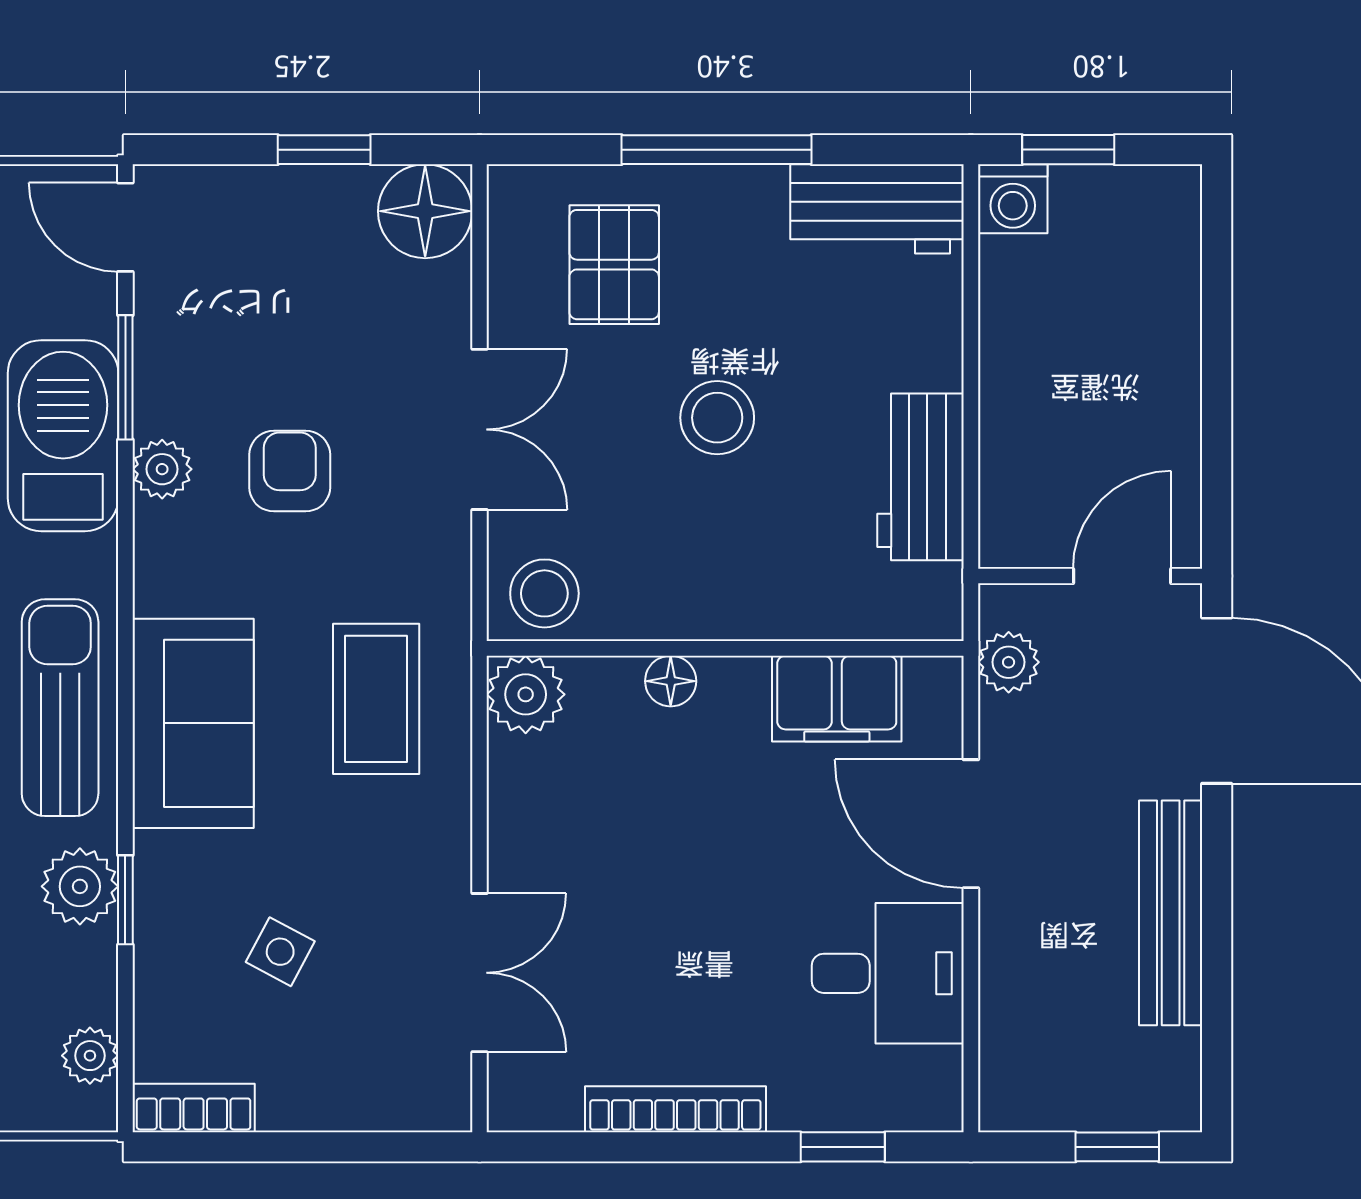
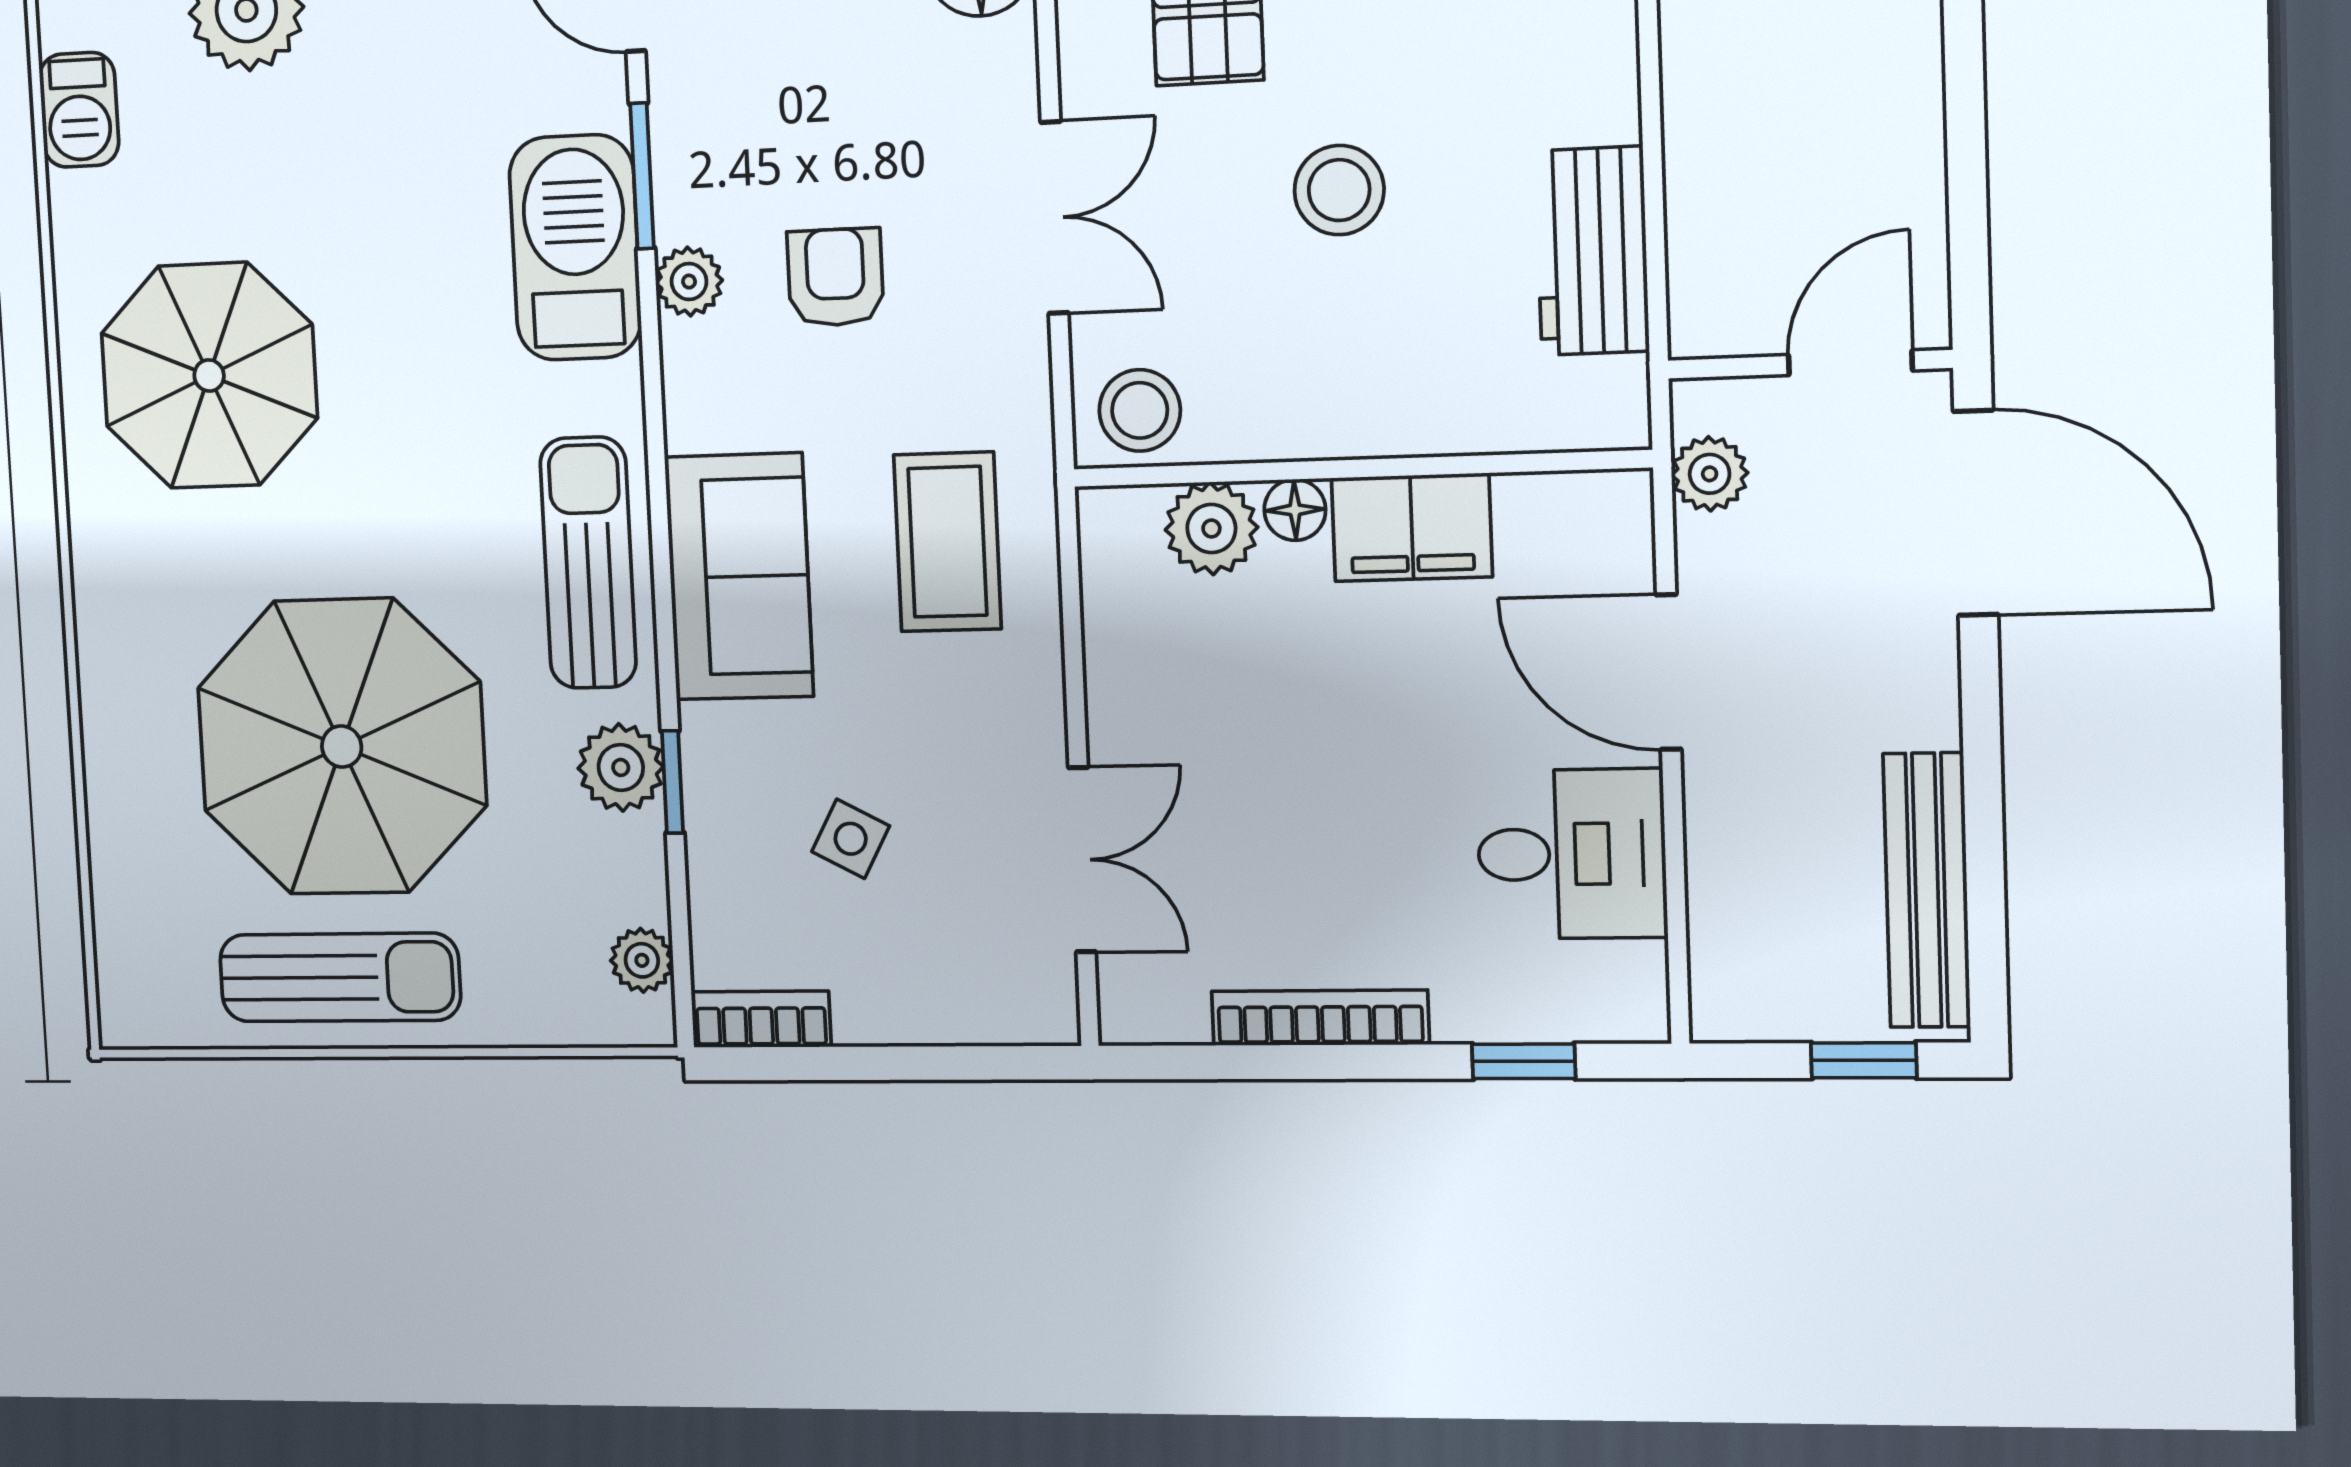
plant: (526, 694) -> (1211, 528), moved
filing cabinet: (837, 699) -> (1412, 527), moved
bench: (1171, 913) -> (1927, 890), moved

